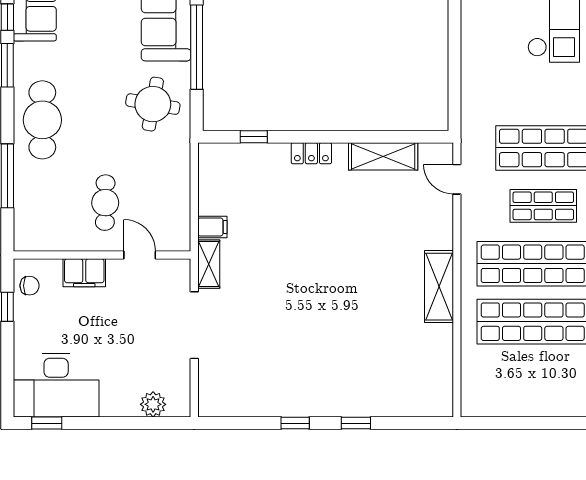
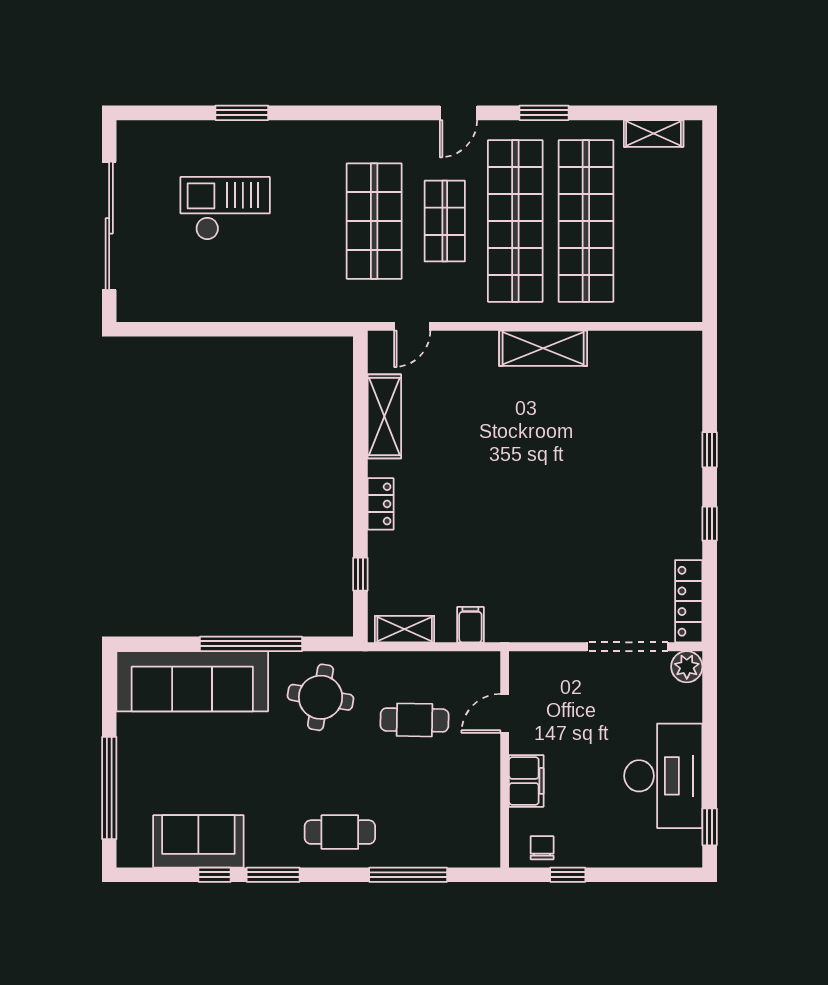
cafe table: (42, 120) -> (340, 832), width x0.73, depth x0.74
cafe table: (105, 203) -> (415, 720), moved
shelving: (209, 264) -> (405, 629), moved
doorway: (194, 325) -> (627, 647), moved
desk: (56, 385) -> (663, 776), moved
plant: (153, 404) -> (687, 667), moved
locker: (232, 406) -> (689, 601), added

